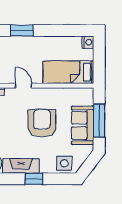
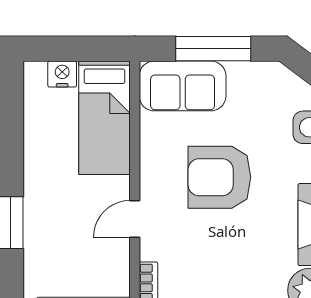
nightstand: (88, 42) -> (62, 74), moved
sofa: (83, 125) -> (183, 86), moved

